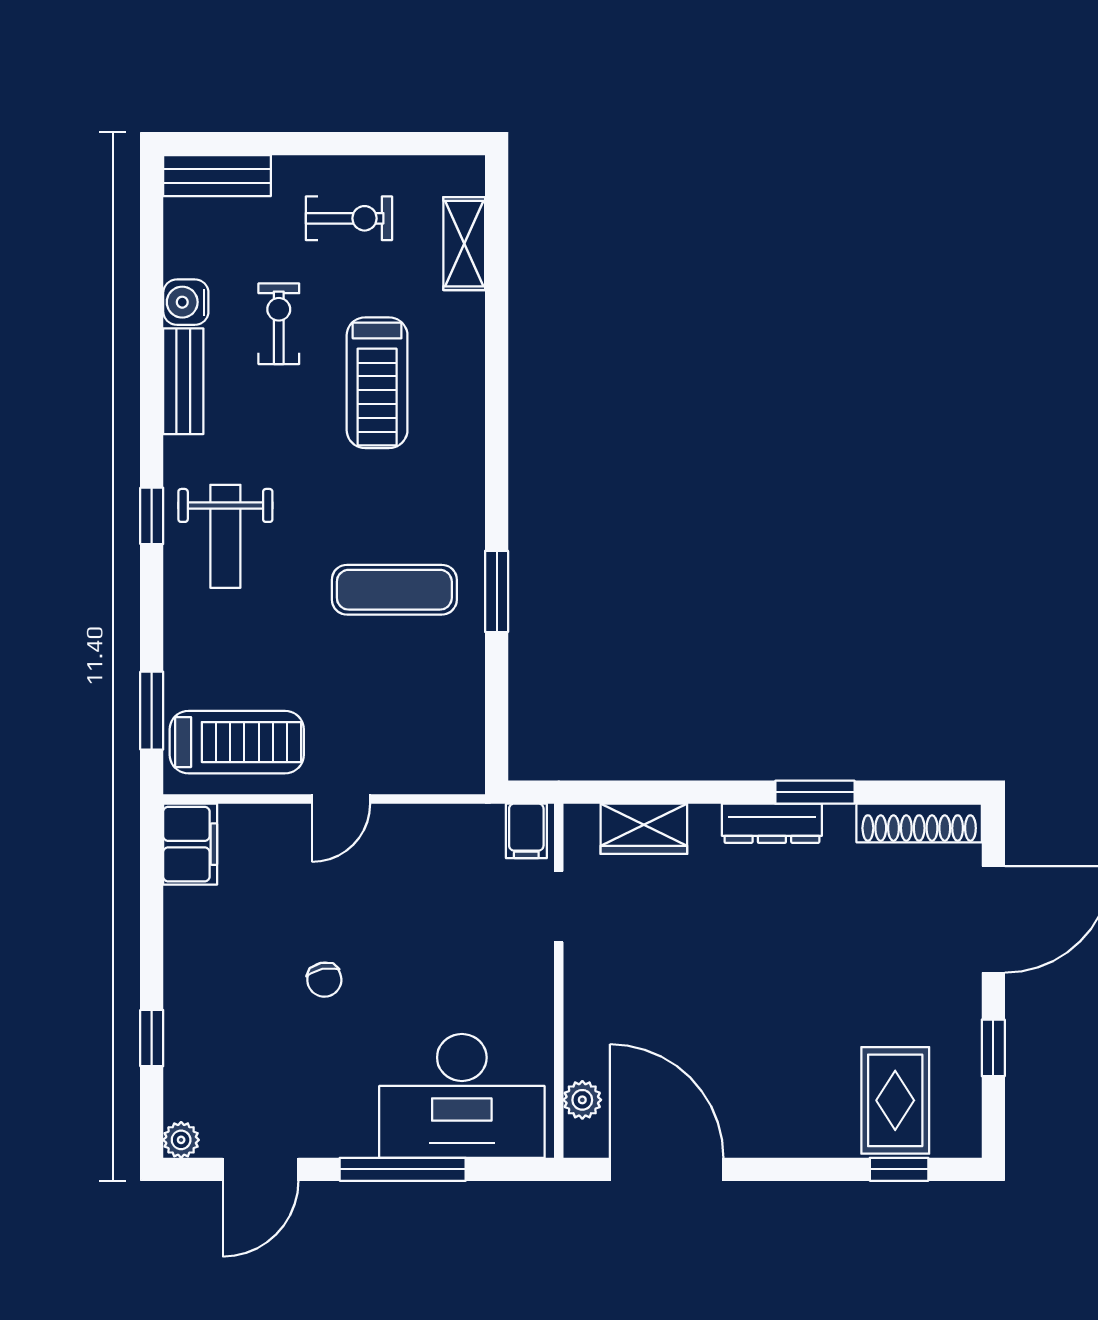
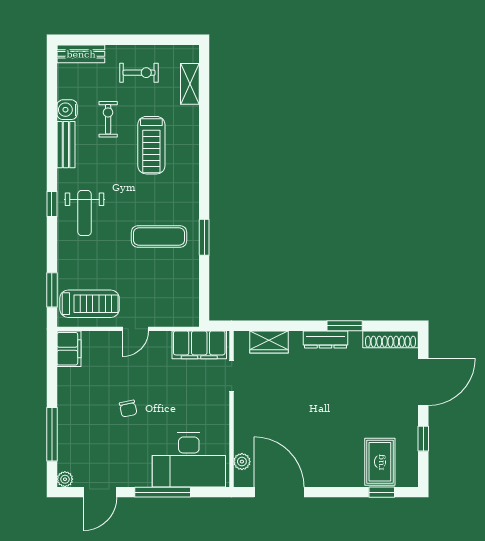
filing cabinet: (526, 831) -> (199, 345), width x3.00, depth x1.17
window: (152, 1038) -> (52, 434), width x2.17

